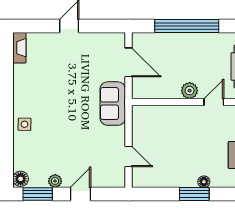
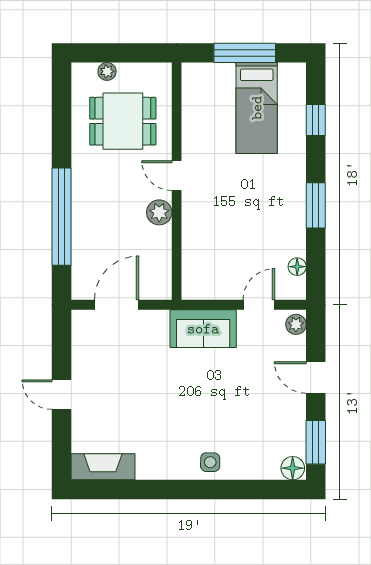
fireplace: (19, 48) -> (103, 467), width x1.37, depth x1.32
sofa: (113, 104) -> (203, 329), moved
plant: (55, 181) -> (296, 324), moved
floor lamp: (204, 182) -> (297, 267), moved

